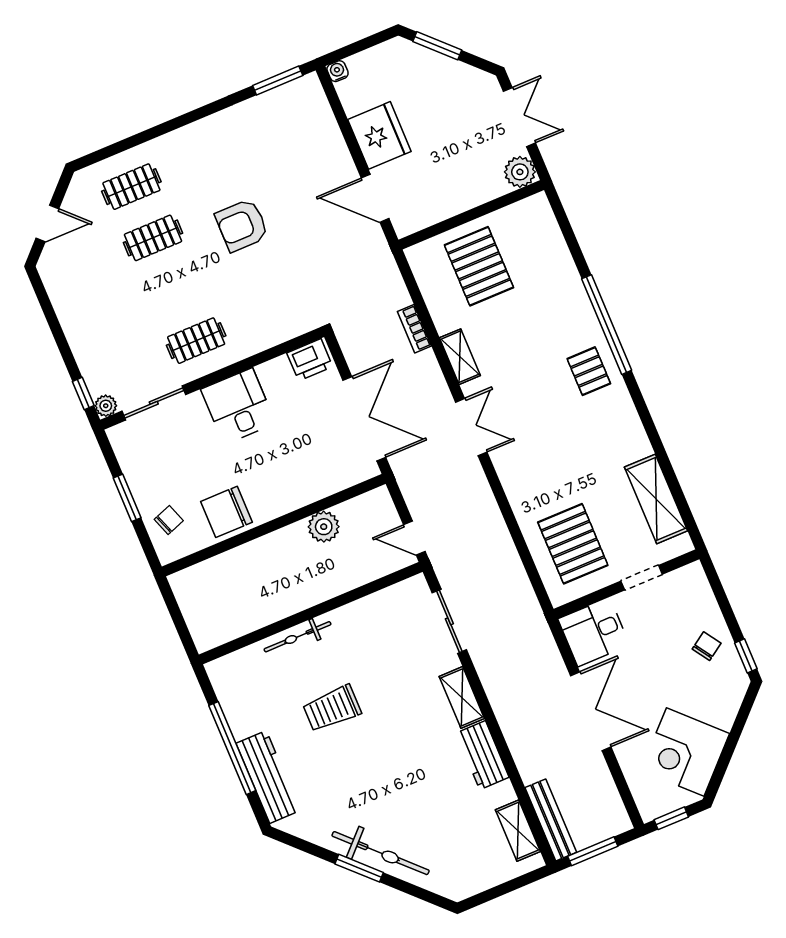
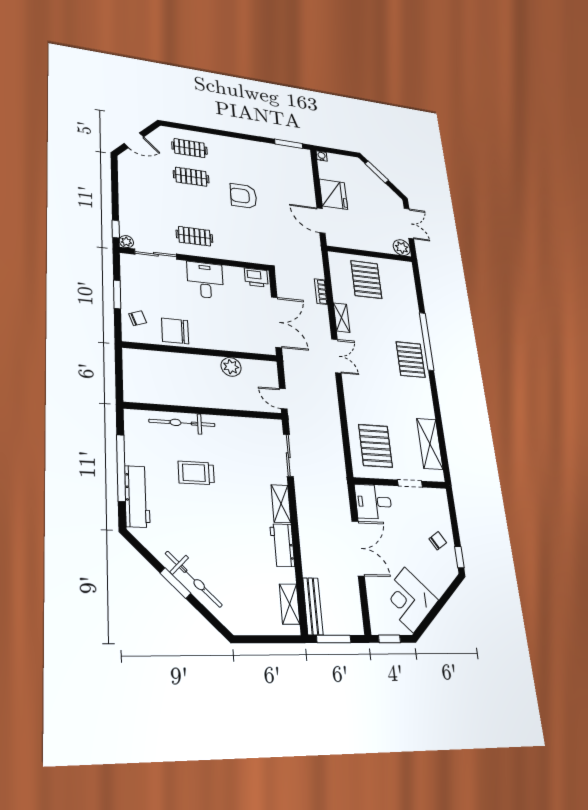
pallet: (589, 371) -> (411, 360), width x1.50, depth x1.42
bicycle: (297, 637) -> (182, 423), width x1.37, depth x1.40

